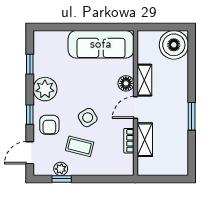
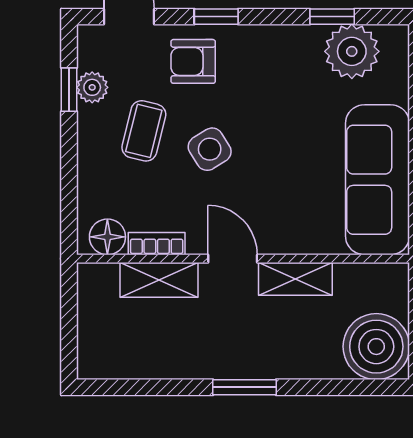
floor lamp: (126, 83) -> (107, 237), moved
plant: (45, 89) -> (352, 51), moved
window: (192, 116) -> (245, 387), moved

